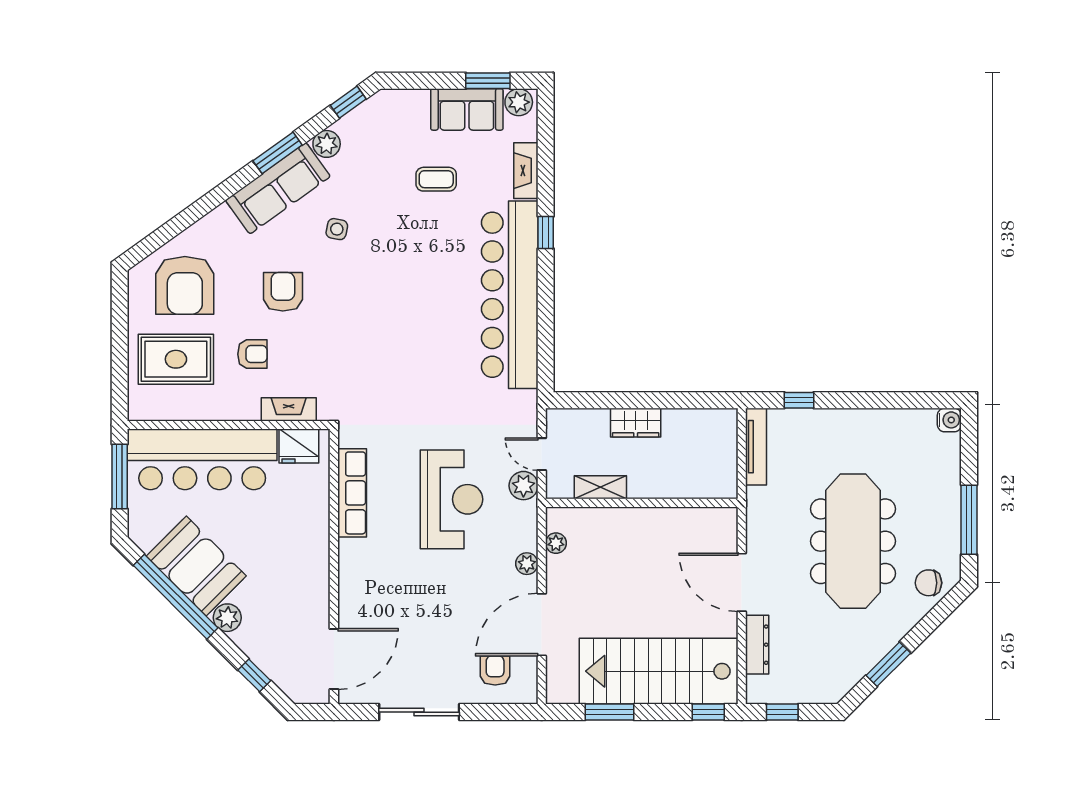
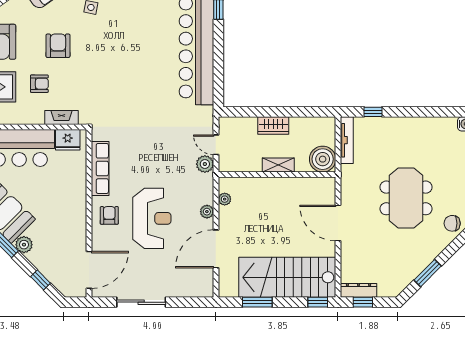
boiler: (716, 478) -> (323, 159), added
shelving: (600, 487) -> (278, 165), moved
reception desk: (451, 499) -> (152, 218), moved
meeting table: (853, 541) -> (406, 198), width x0.73
dresser: (757, 645) -> (358, 290), moved, turned -90
armchair: (495, 671) -> (109, 215), moved

